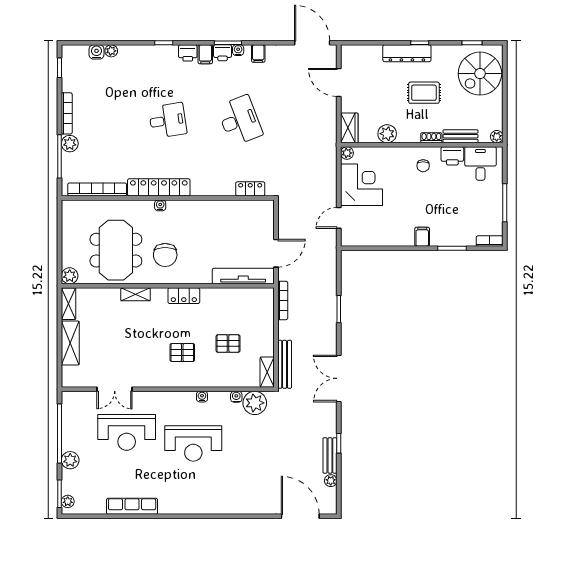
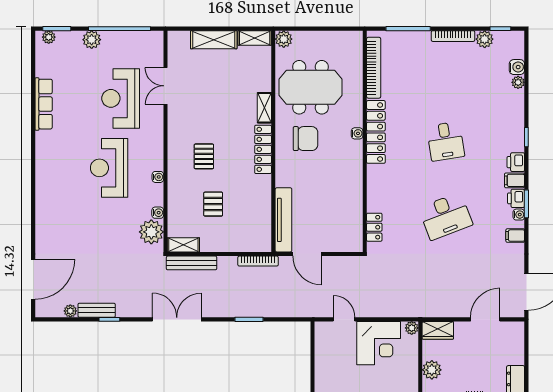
plant: (70, 144) -> (485, 39), moved
chair: (165, 255) -> (305, 139), turned 180
locker: (184, 296) -> (263, 149), width x1.53

